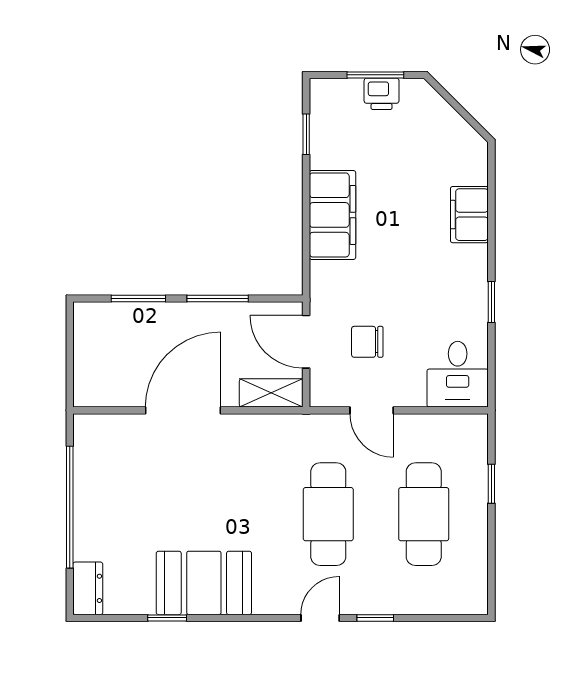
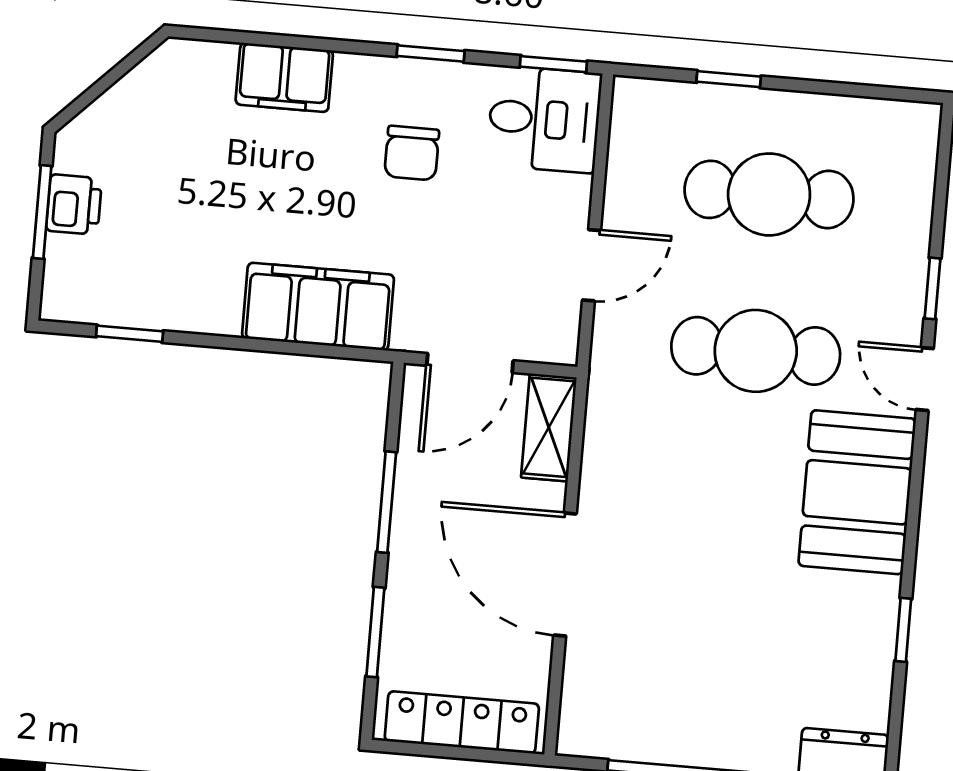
filing cabinet: (332, 215) -> (318, 307), moved
chair: (367, 342) -> (412, 153), moved
locker: (88, 356) -> (462, 722), added
window: (491, 377) -> (553, 64), added
booth: (204, 583) -> (857, 492), moved

